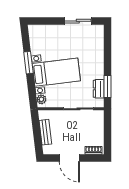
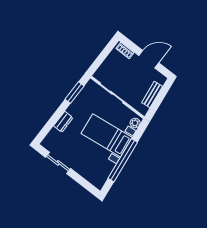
window: (28, 63) -> (123, 160), width x2.11
dresser: (99, 89) -> (63, 122), moved
door: (69, 158) -> (149, 59), hinge flipped

